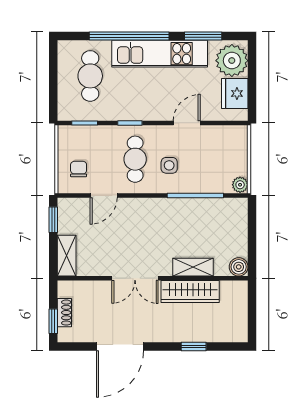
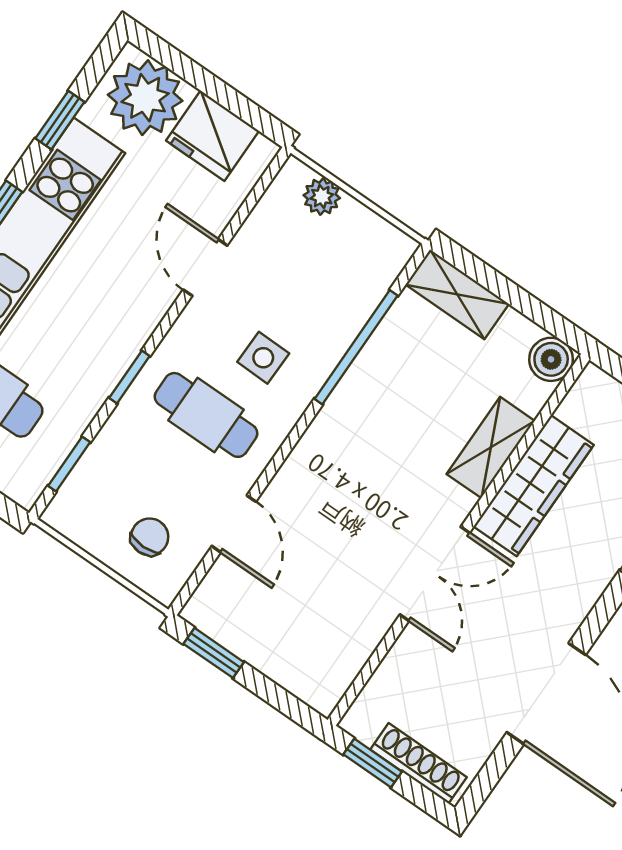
window: (203, 36) -> (60, 120), width x0.67
chair: (79, 169) -> (150, 537), turned 90
plant: (240, 185) -> (322, 197), moved
shelving: (67, 256) -> (457, 294), moved
shoe rack: (64, 313) -> (419, 763), width x1.43
window: (53, 321) -> (373, 763), moved

